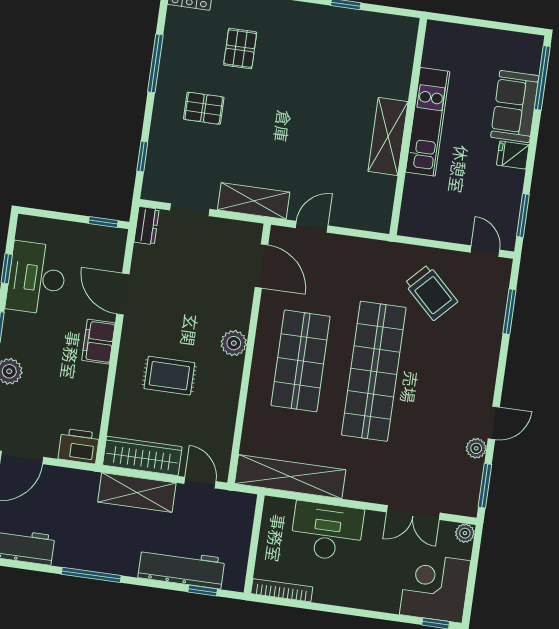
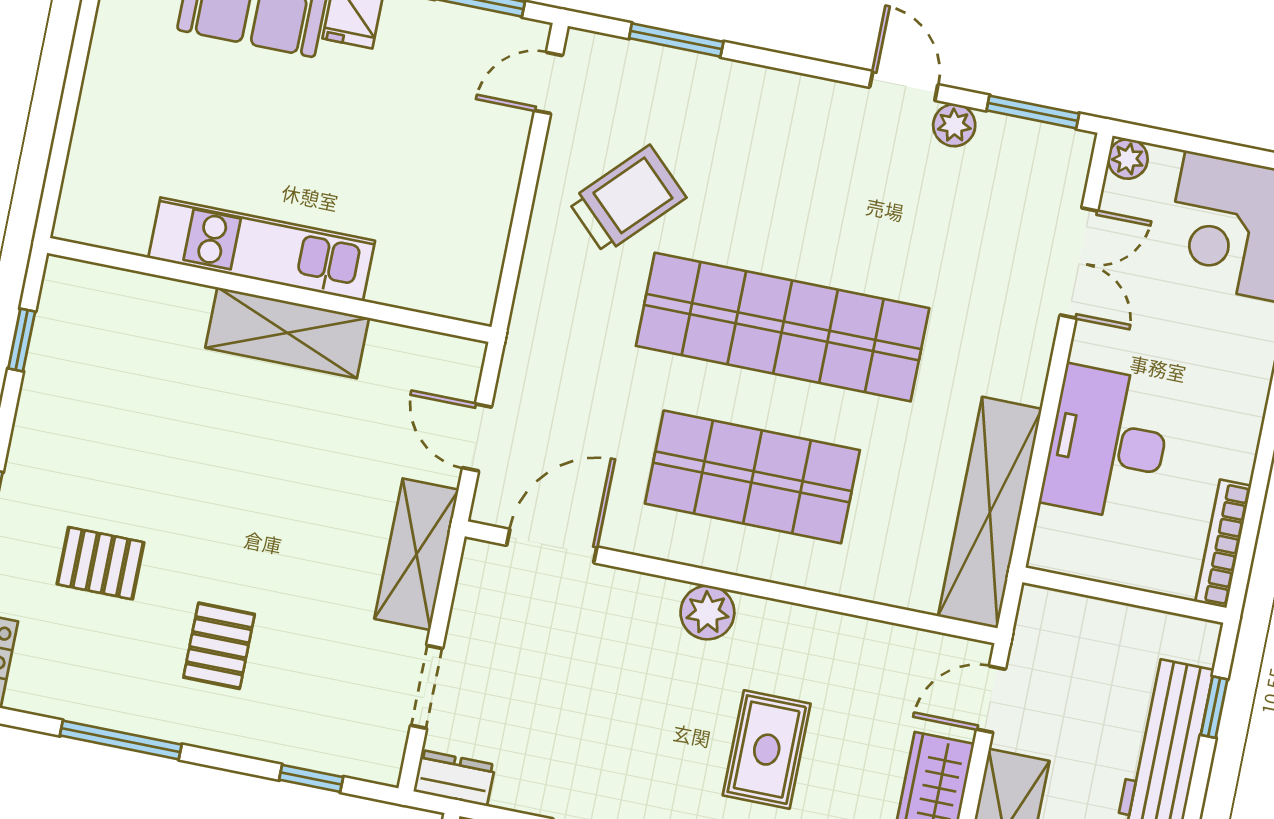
kitchen unit: (428, 122) -> (262, 249), moved
wall: (408, 127) -> (269, 290), moved
shelving: (388, 137) -> (287, 333), moved

